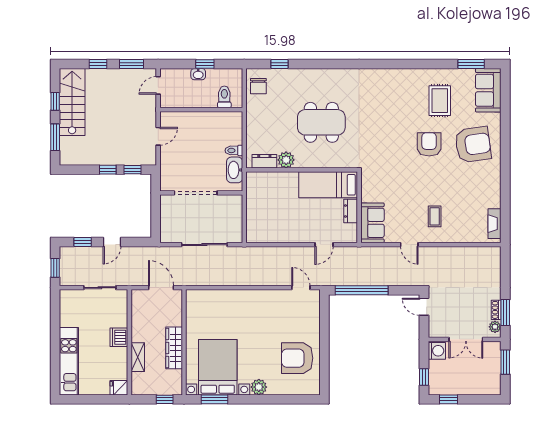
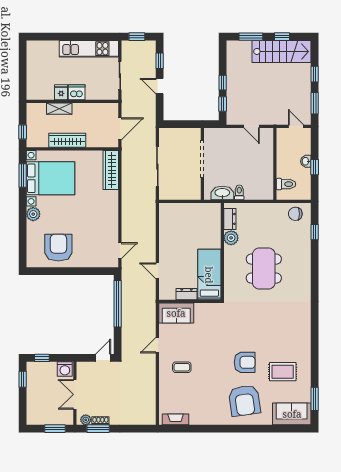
wardrobe: (208, 298) -> (111, 170), added
kitchen unit: (69, 361) -> (89, 49), moved
fridge: (119, 388) -> (61, 92), moved

